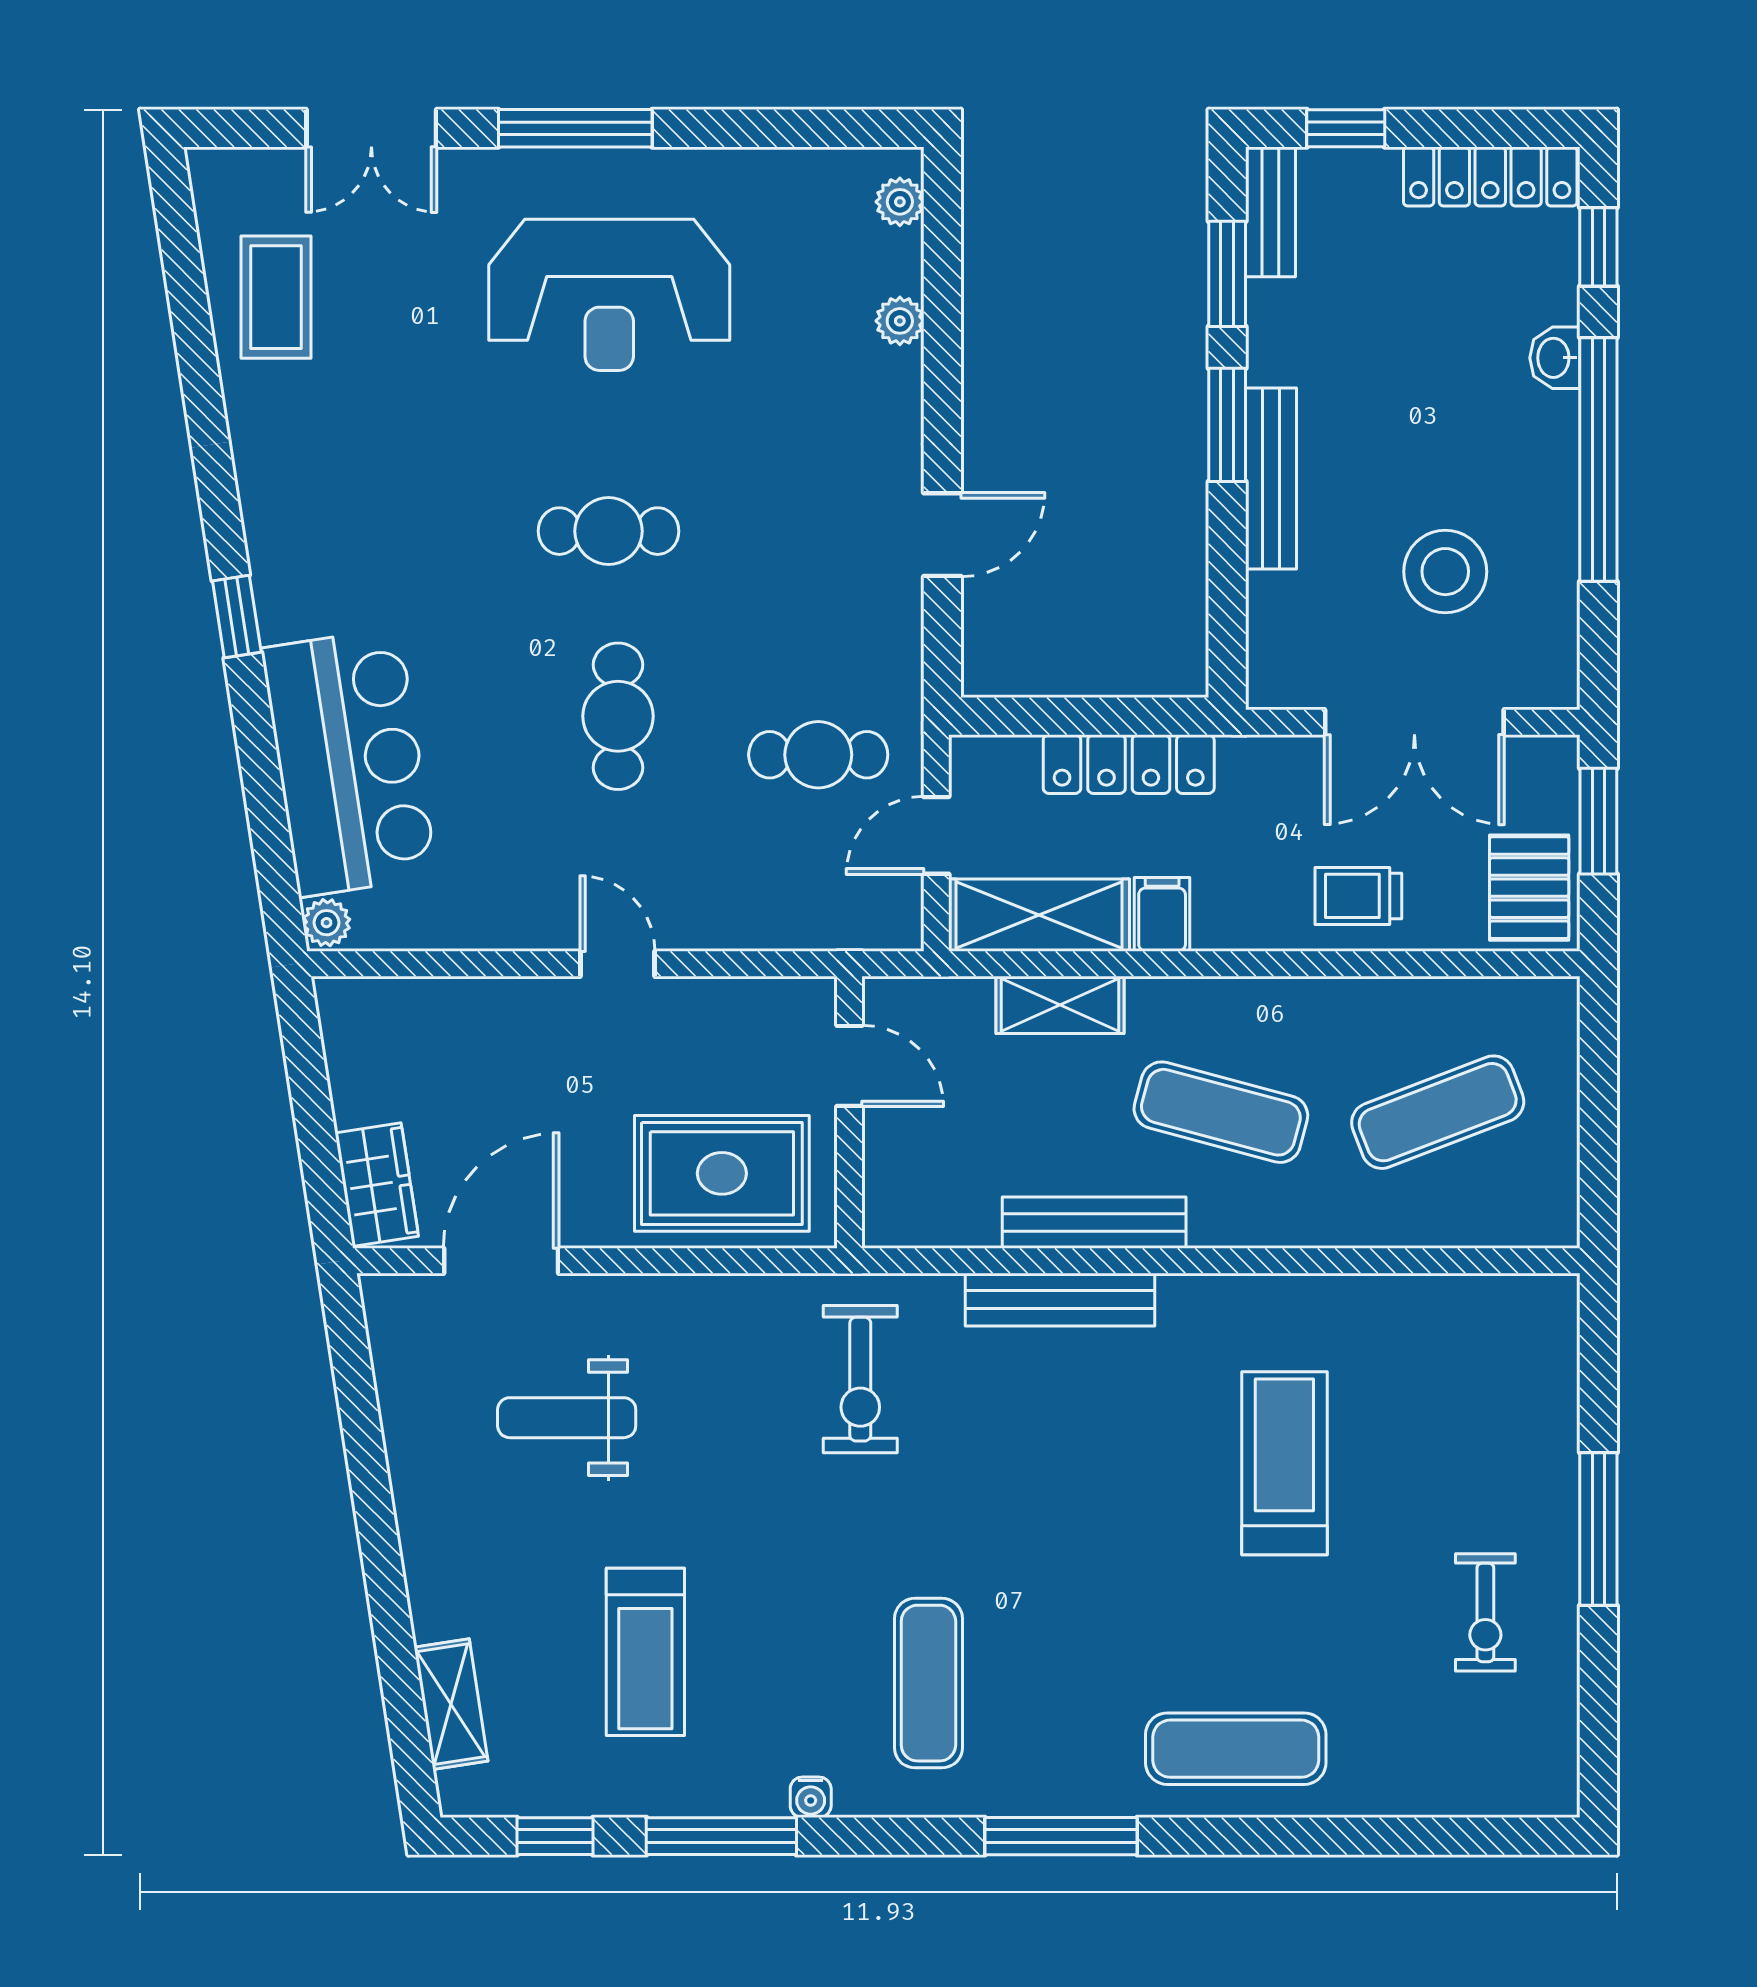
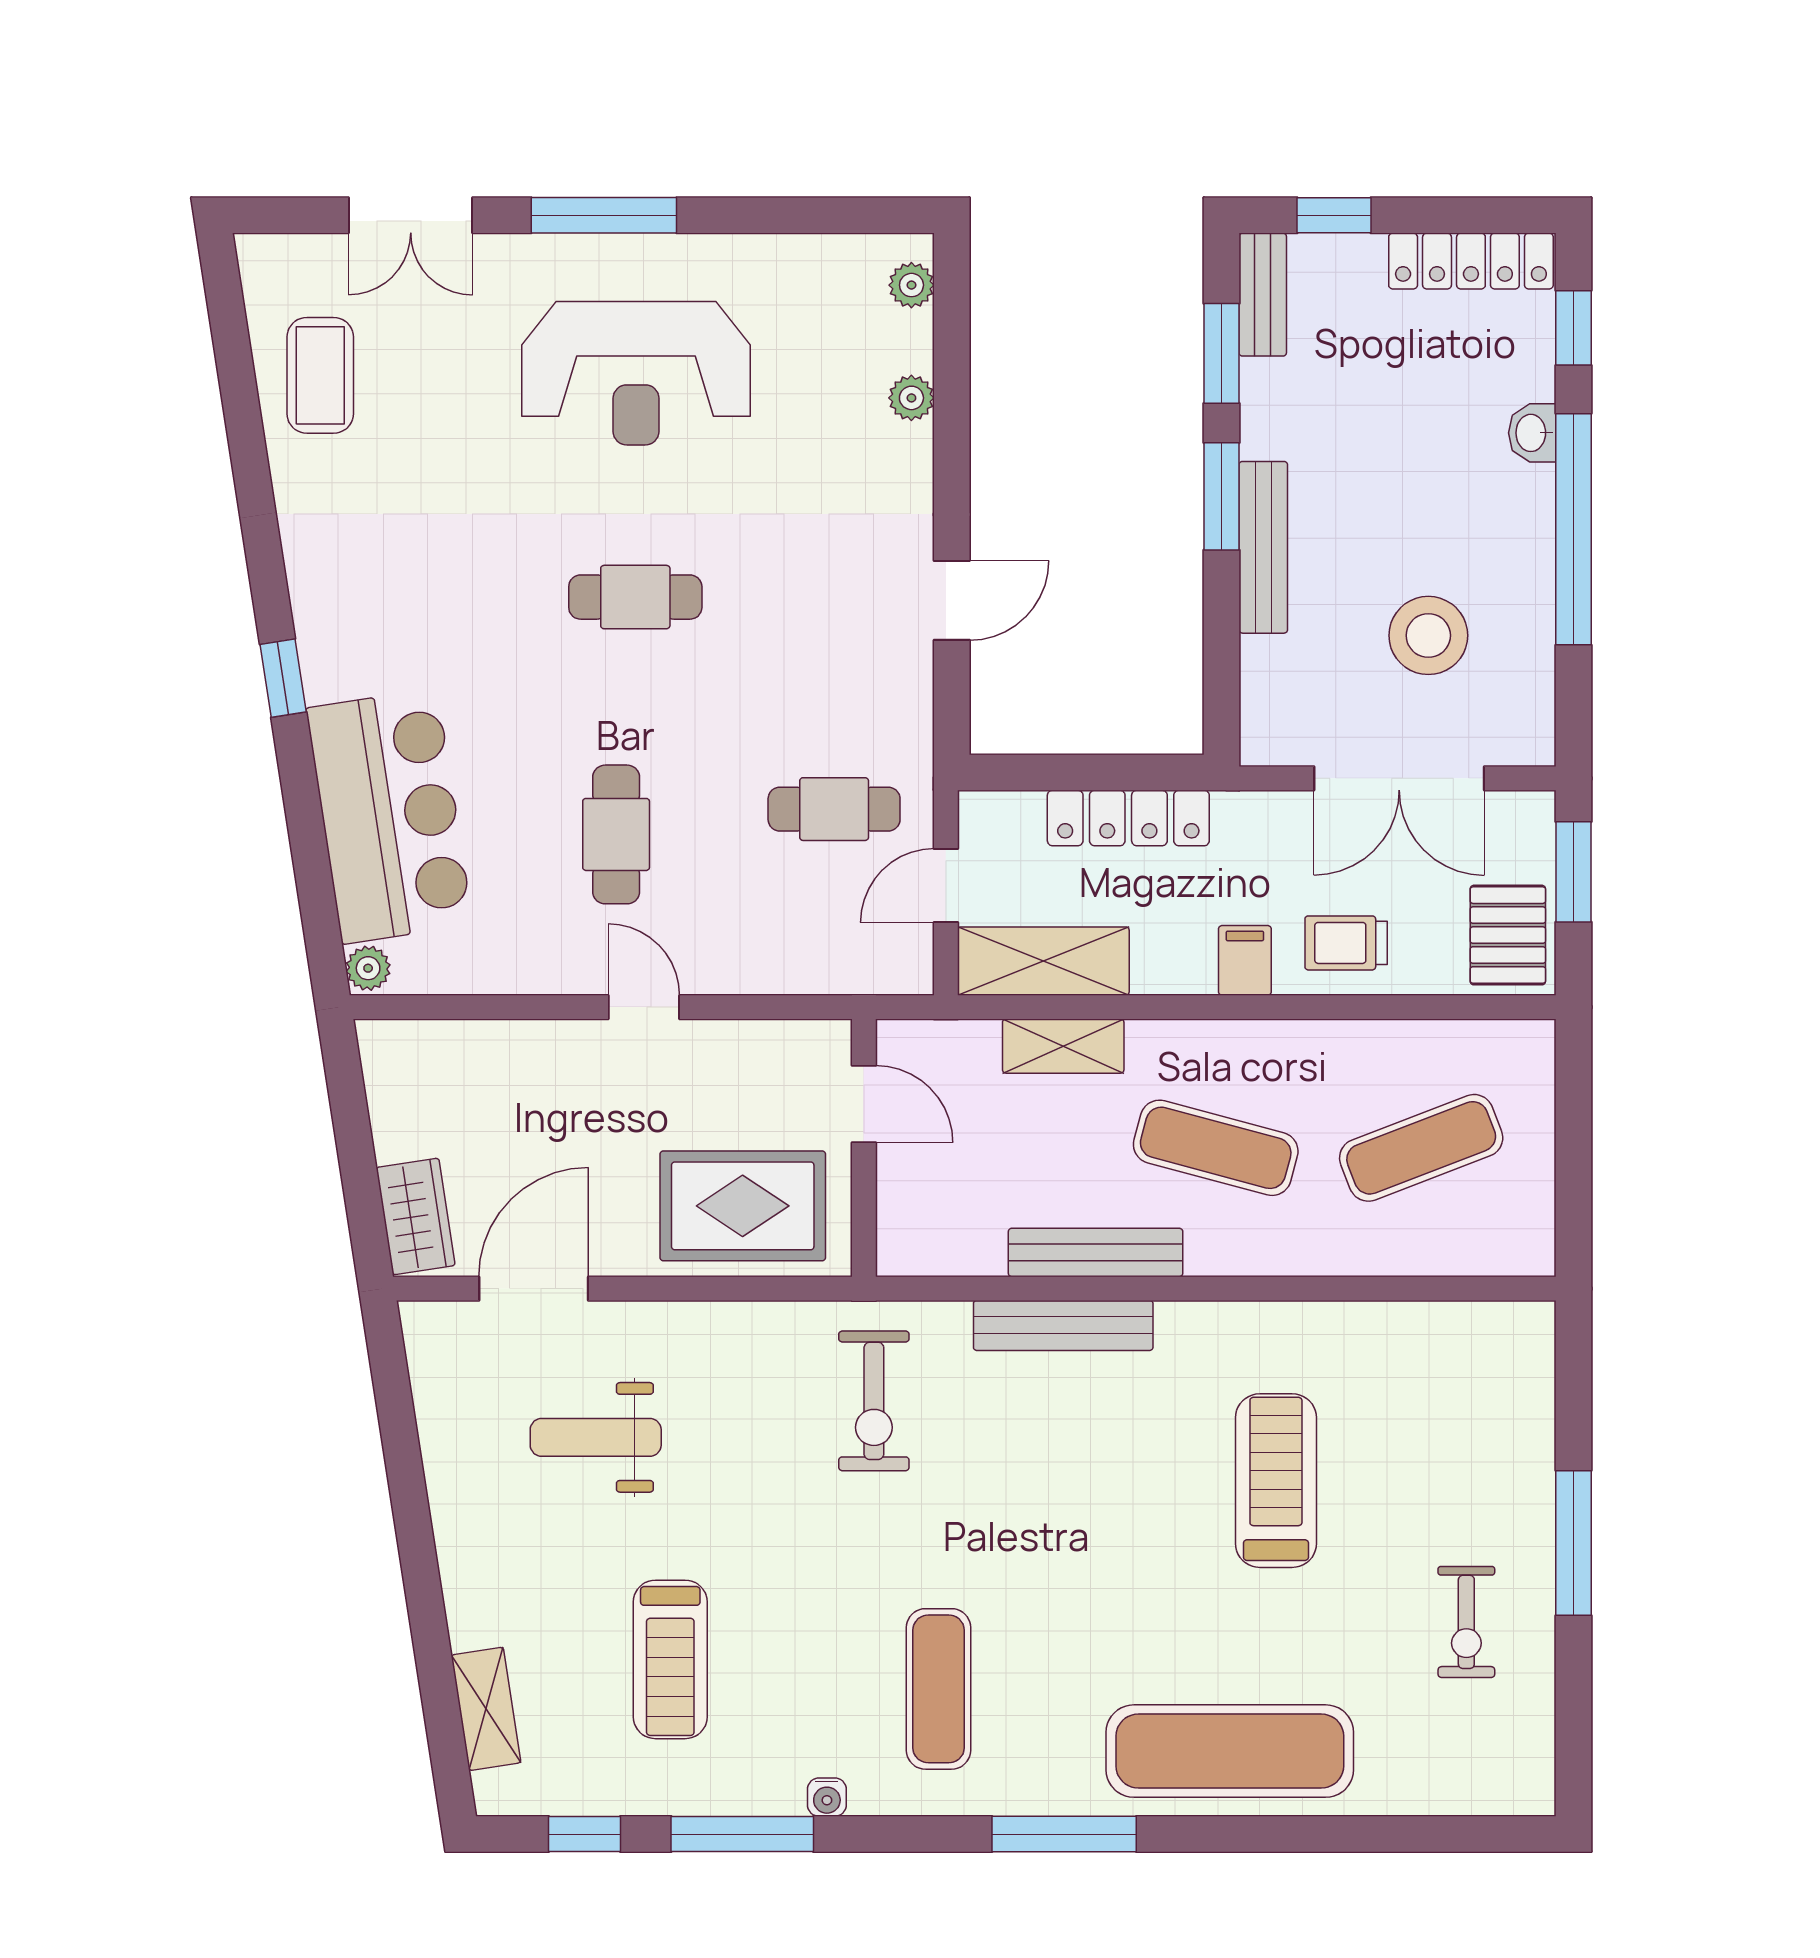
cafe table: (618, 716) -> (616, 834), moved
filing cabinet: (1162, 914) -> (1245, 960), moved
exercise mat: (1236, 1749) -> (1230, 1751), width x1.36, depth x1.45

